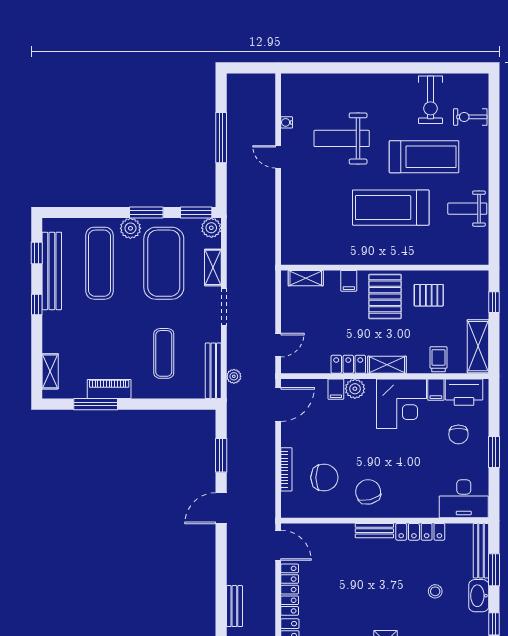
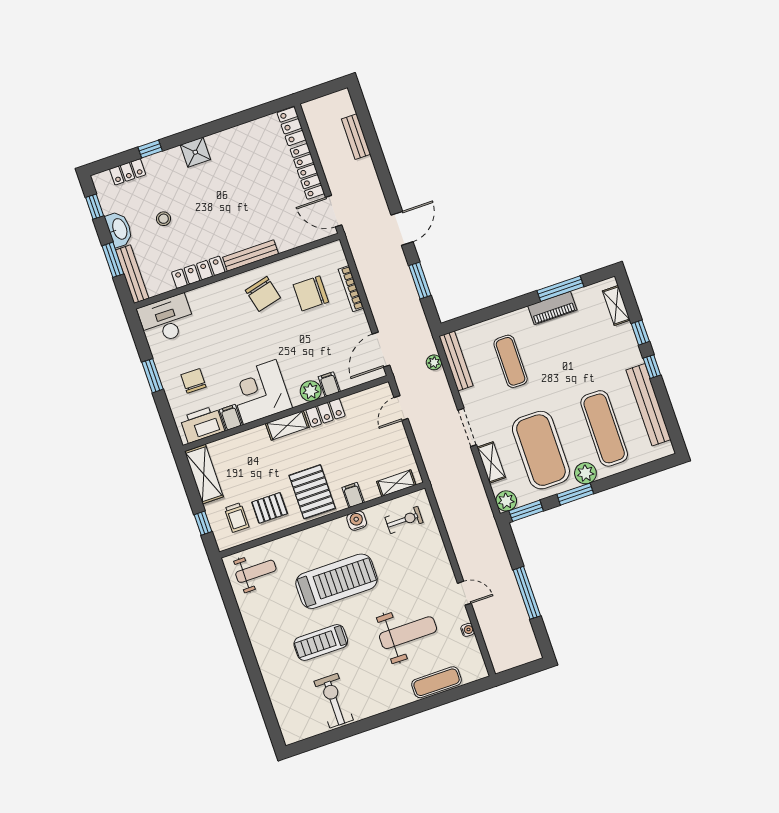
exercise mat: (331, 84) -> (437, 682), added
exercise bike: (470, 117) -> (404, 520), moved
treadmill: (424, 157) -> (321, 642), width x0.73, depth x0.73
weight bench: (467, 209) -> (256, 571), moved
window: (37, 253) -> (640, 333), moved
water cooler: (353, 256) -> (357, 521), added
trolley: (438, 359) -> (237, 518), moved
bench: (374, 531) -> (251, 256), width x1.36

